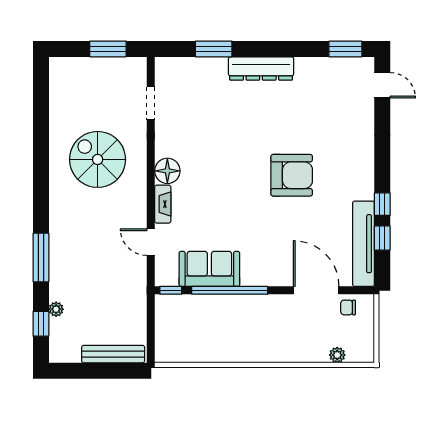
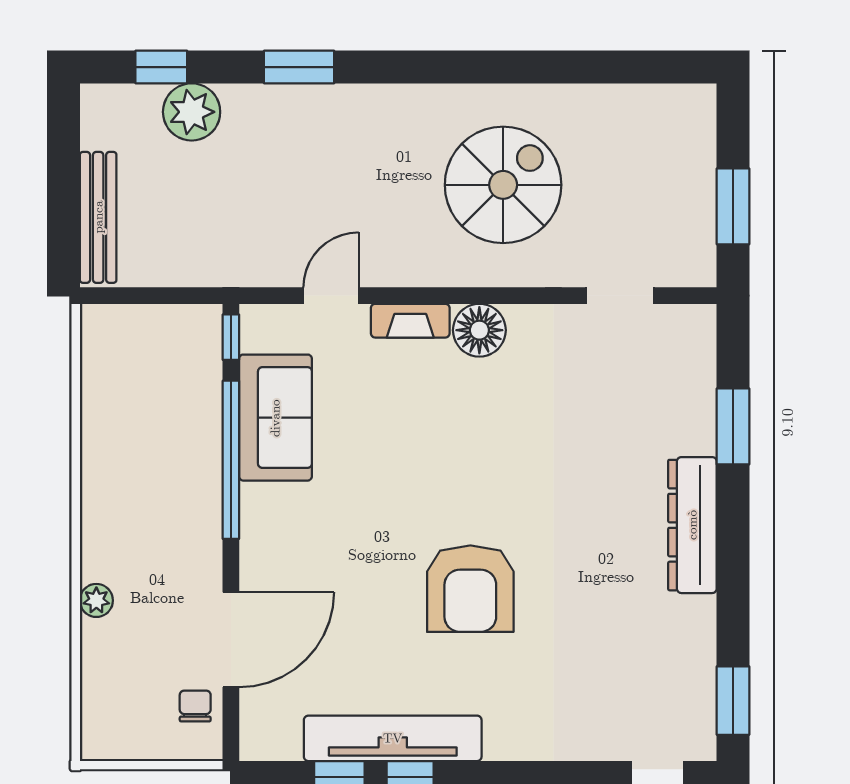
tv unit: (364, 244) -> (393, 738), moved
window: (41, 258) -> (299, 67), width x0.69
plant: (56, 309) -> (192, 112), width x1.88, depth x1.88
plant: (337, 355) -> (96, 600), moved

